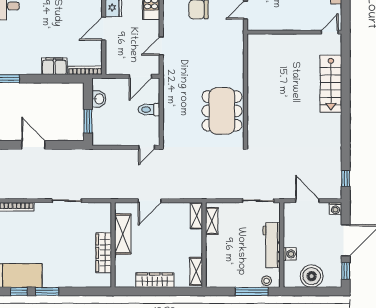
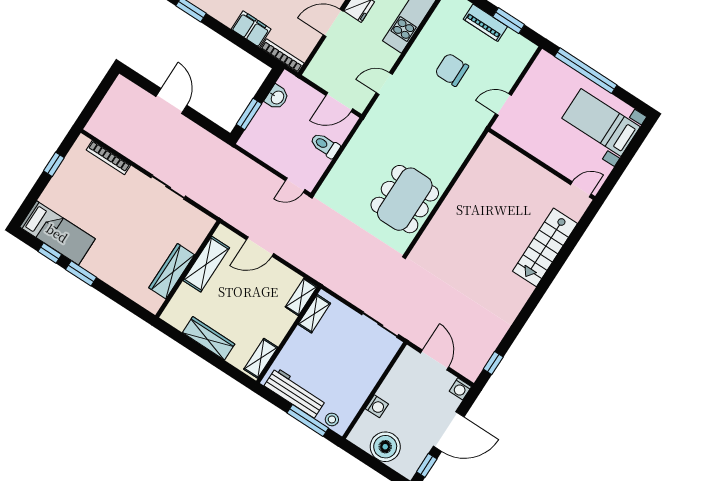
workbench: (272, 245) -> (295, 393), moved, turned 90

